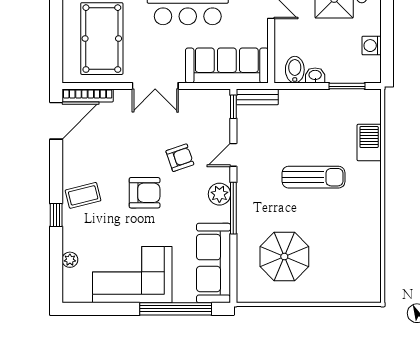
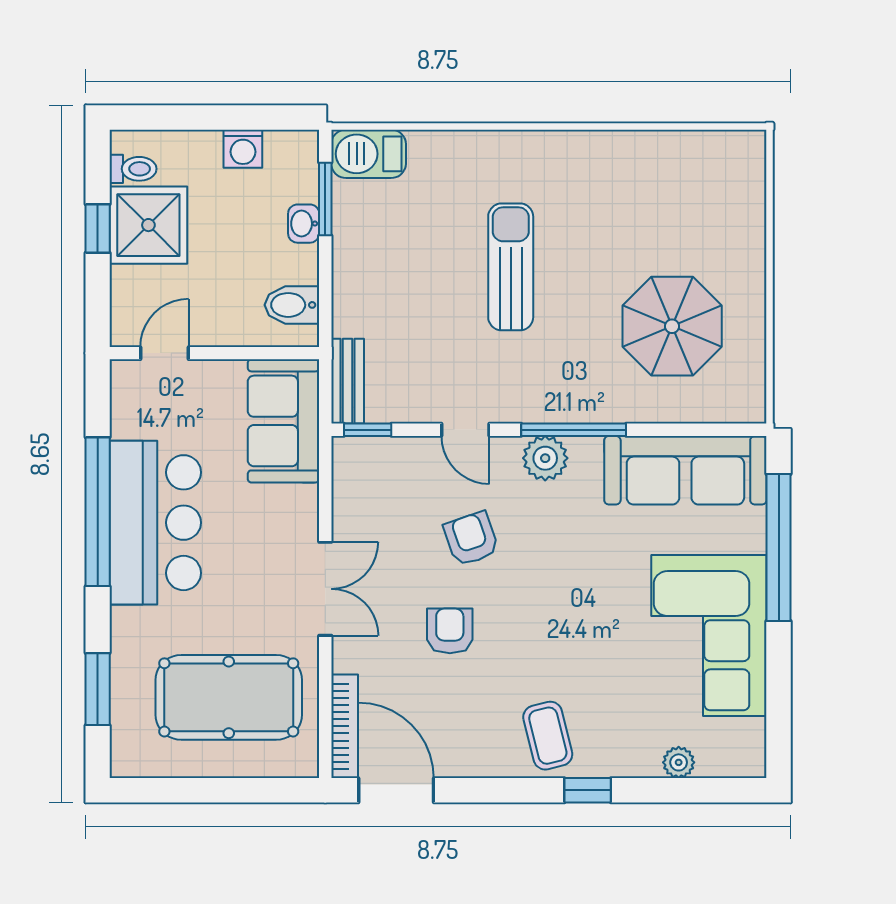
sofa: (227, 65) -> (284, 421), width x0.73
washbasin: (315, 75) -> (304, 224), moved
barbecue: (369, 143) -> (369, 154), moved
armchair: (145, 193) -> (450, 631), moved, width x0.72, depth x0.72

